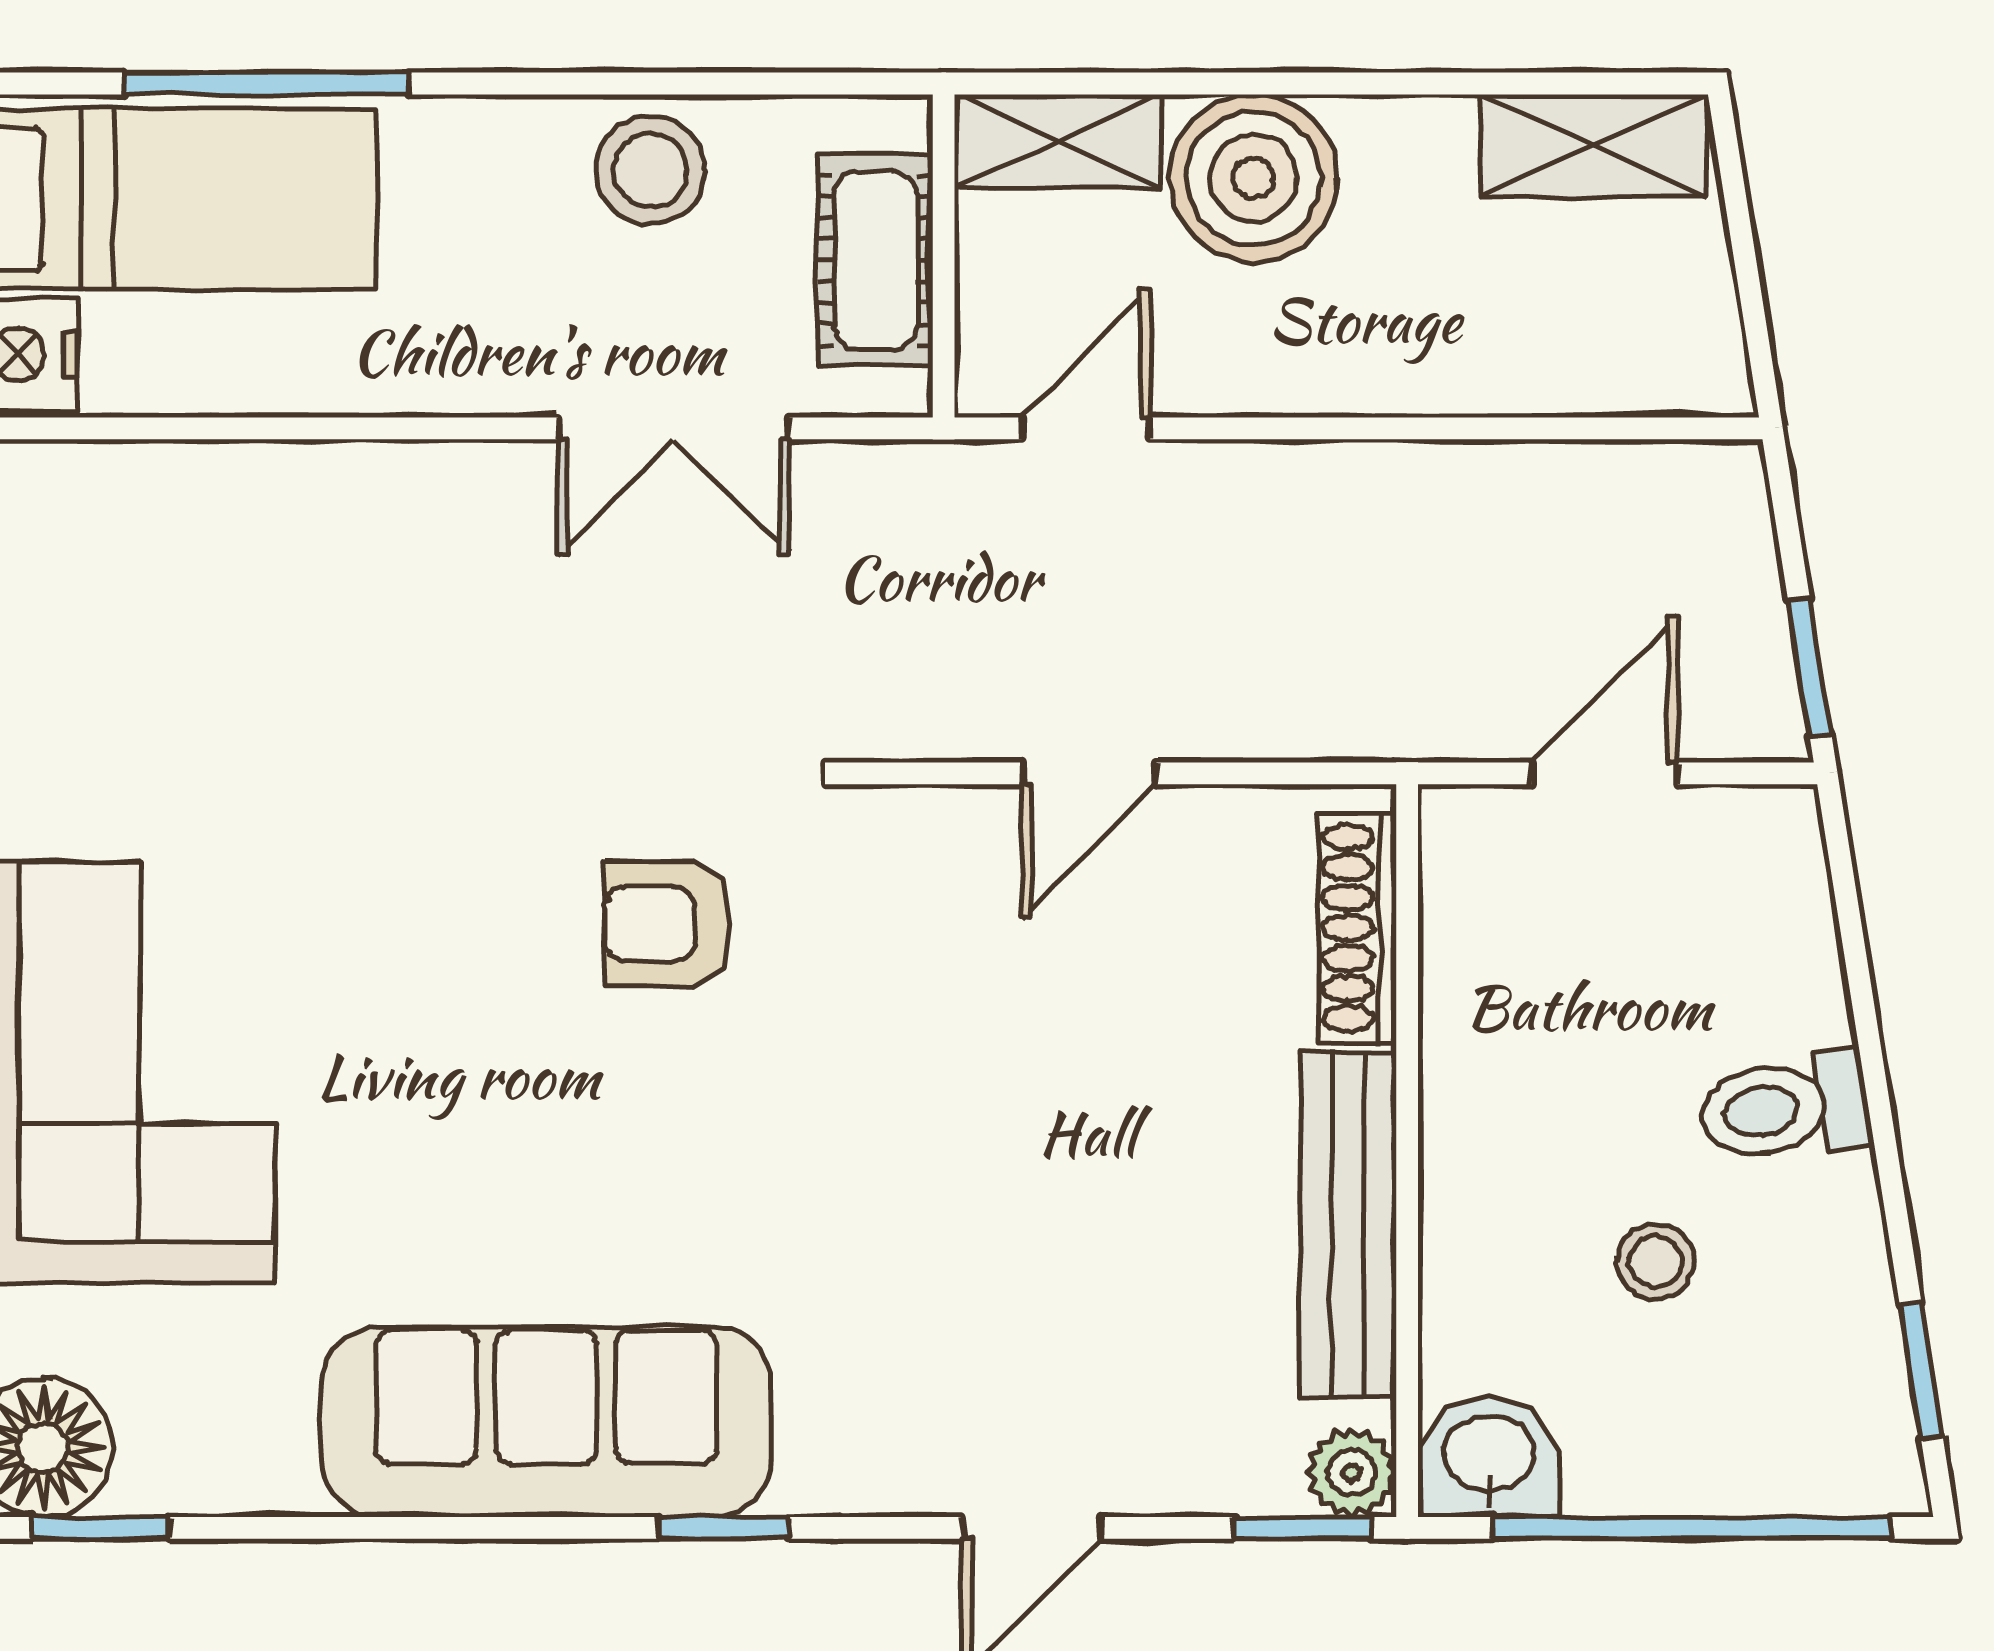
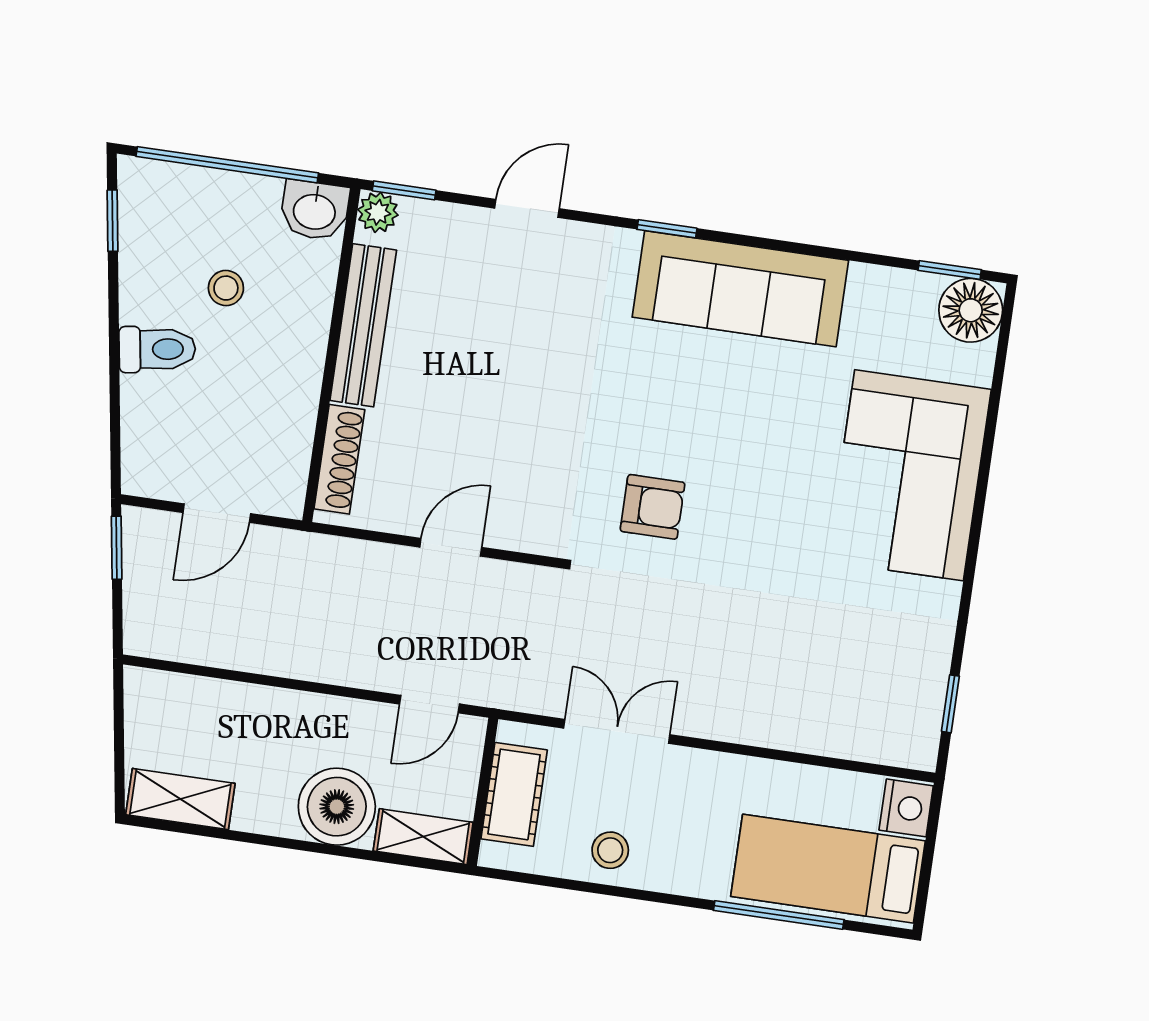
stool: (650, 170) -> (610, 850), width x0.73, depth x0.73

